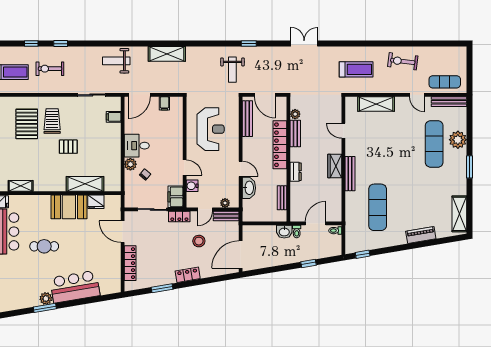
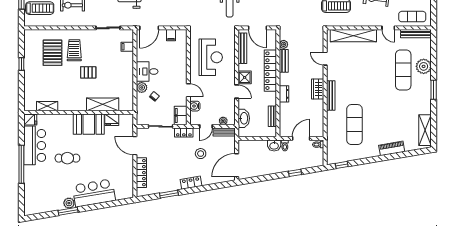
shelving: (376, 104) -> (353, 36), width x1.47
shower: (250, 152) -> (245, 77), added
washbasin: (249, 188) -> (244, 118), moved

